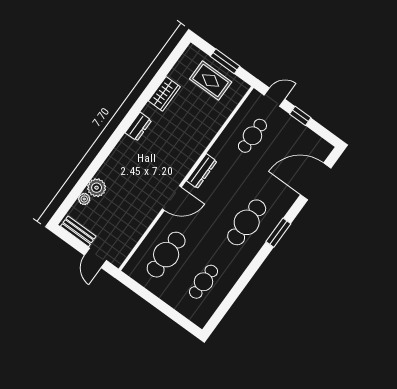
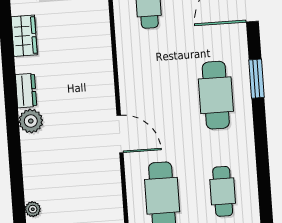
dresser: (202, 171) -> (127, 82), removed
plant: (97, 188) -> (31, 121), moved
door: (172, 198) -> (120, 134), hinge flipped

